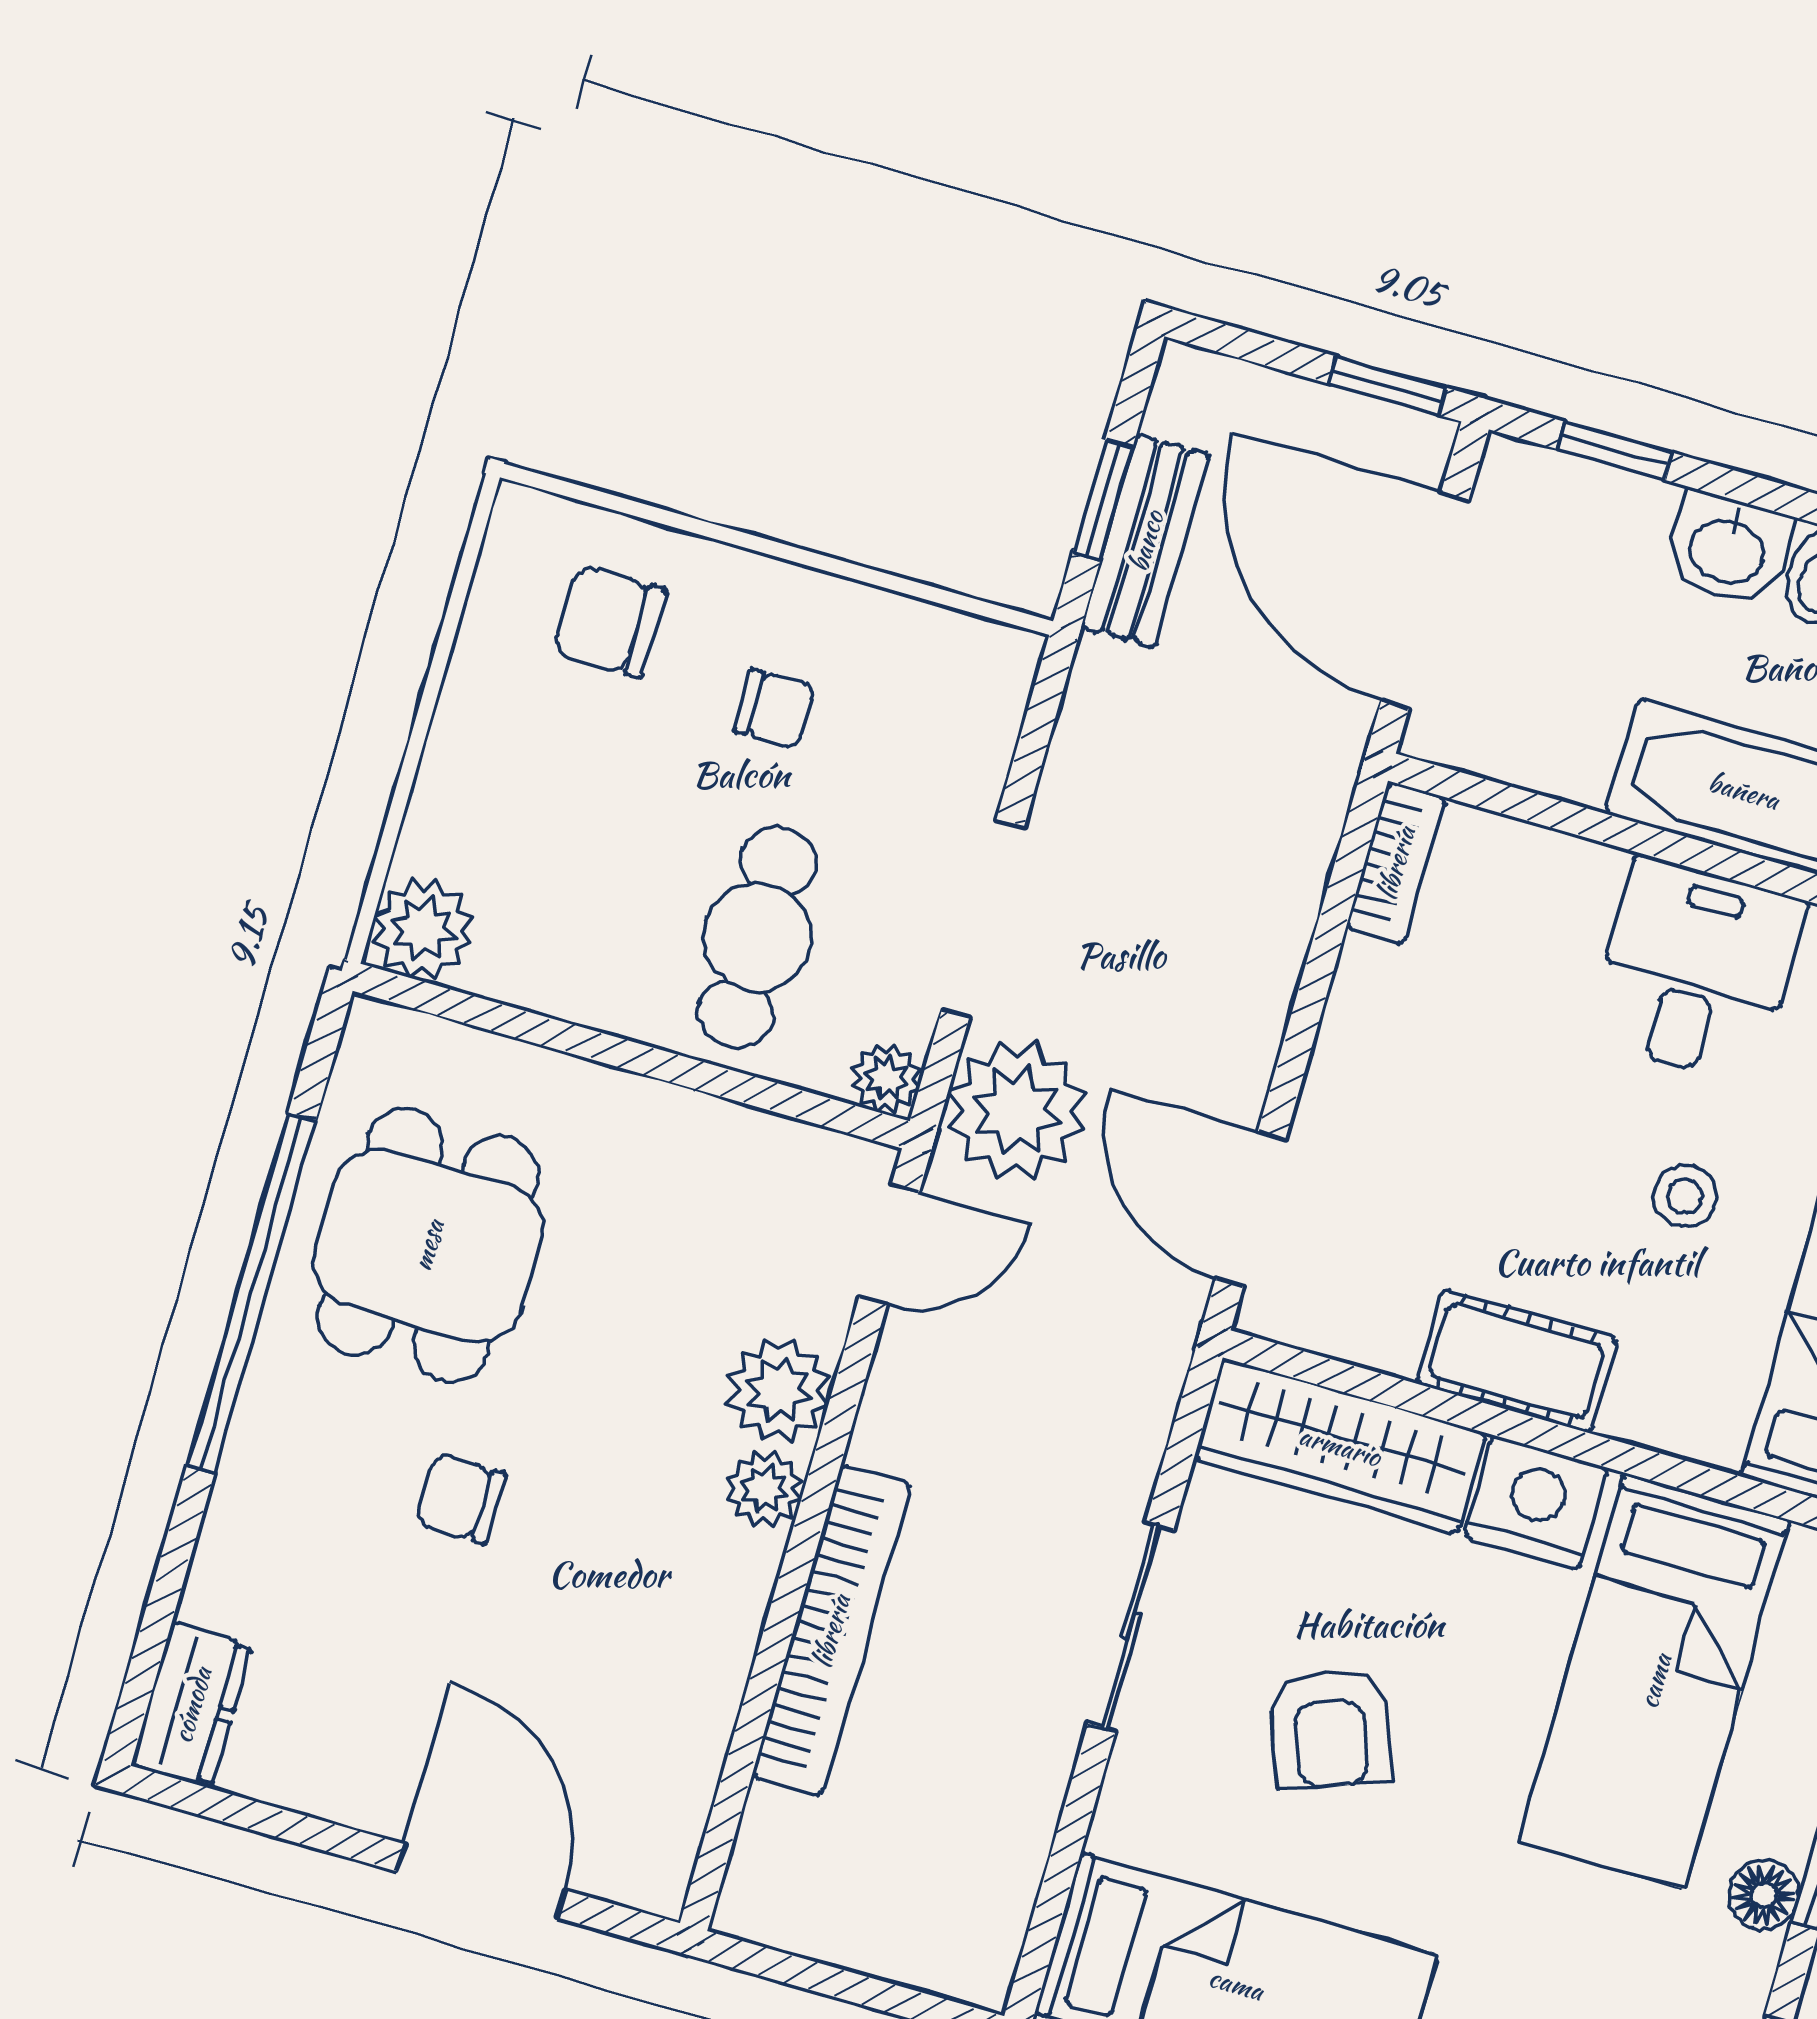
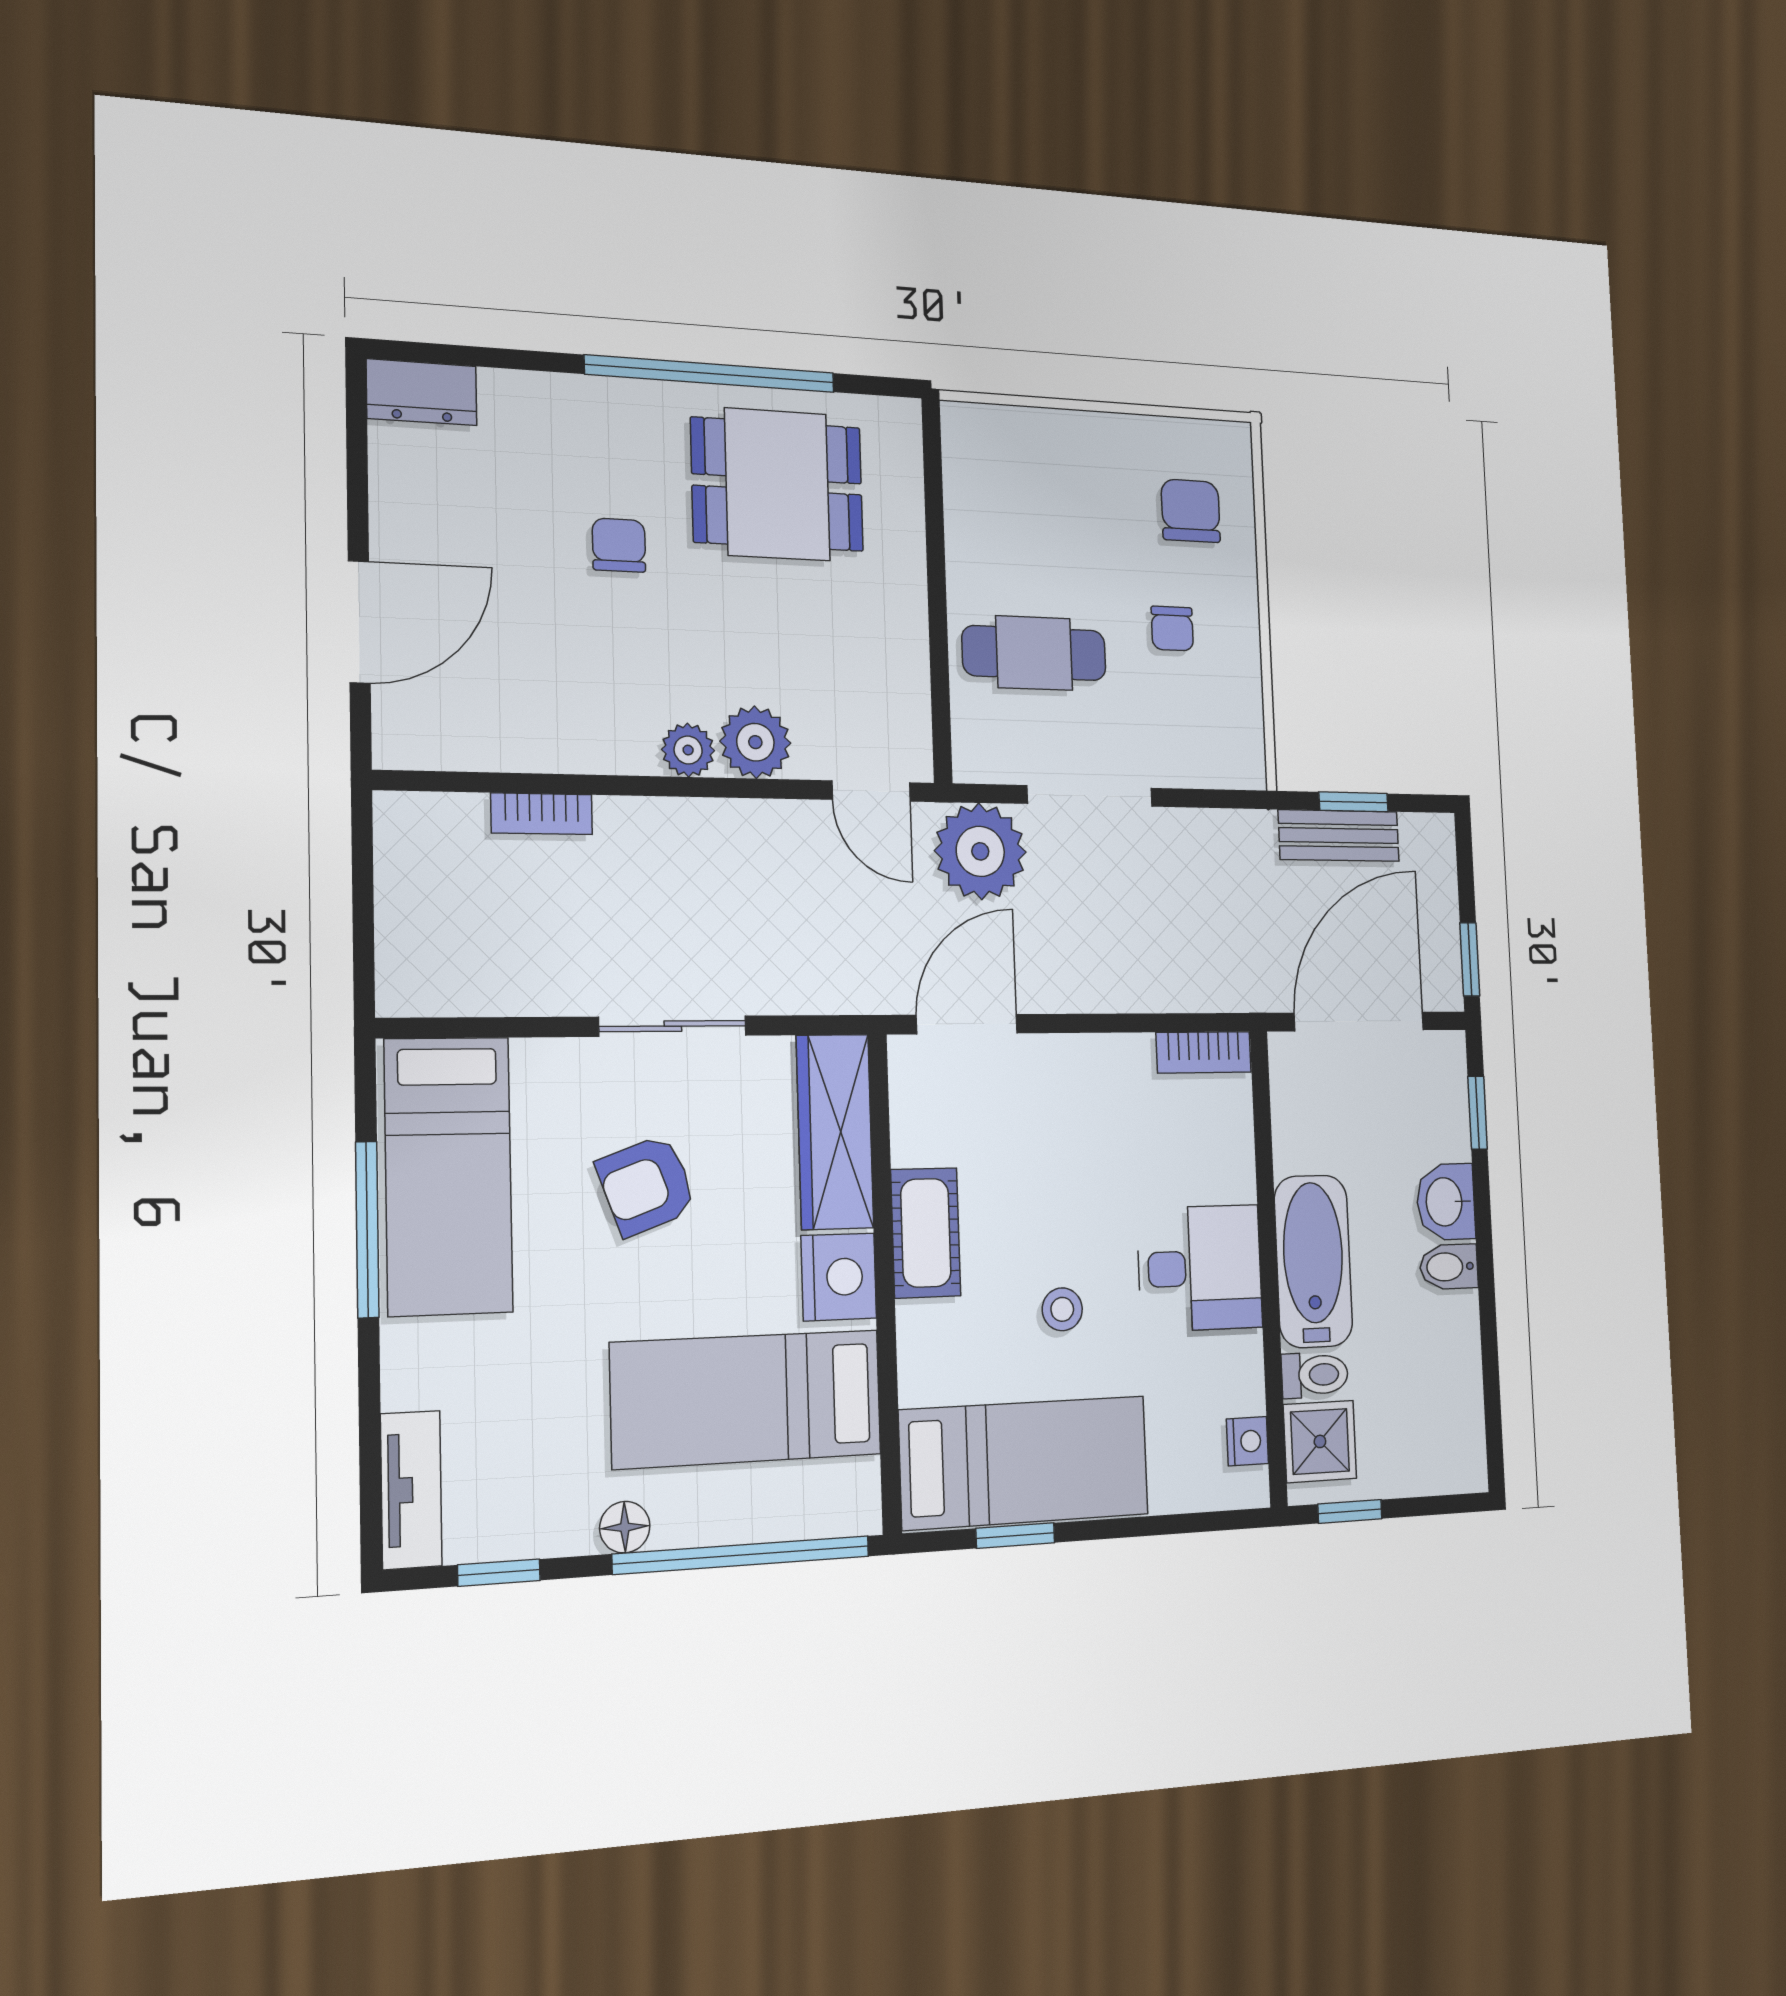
plant: (423, 929) -> (973, 436), removed
plant: (886, 1078) -> (974, 760), removed
bookcase: (831, 1631) -> (542, 814), width x0.43, depth x0.76

